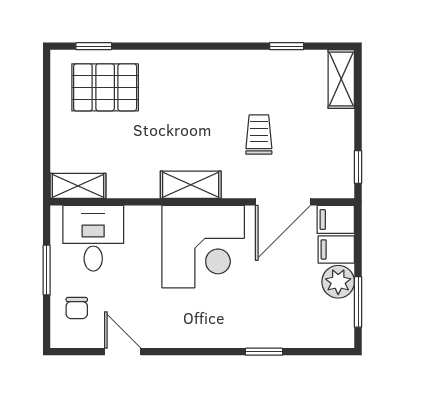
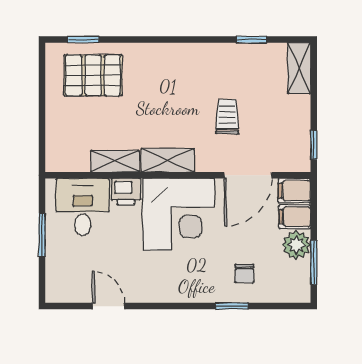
shelving: (78, 186) -> (115, 161), moved
printer: (143, 221) -> (126, 192), added
chair: (77, 308) -> (244, 274), moved

